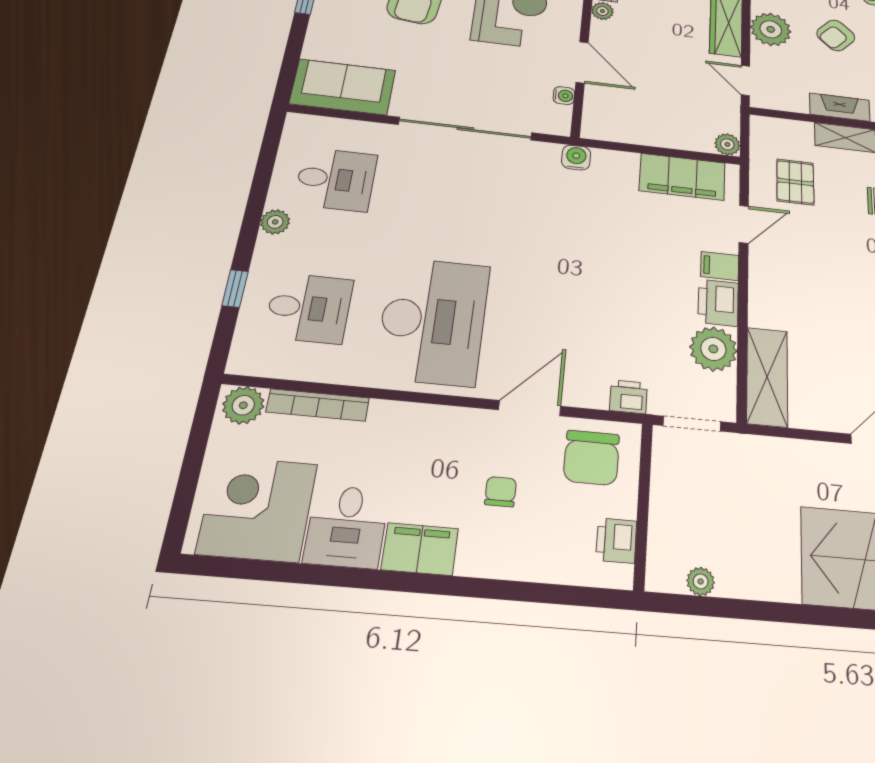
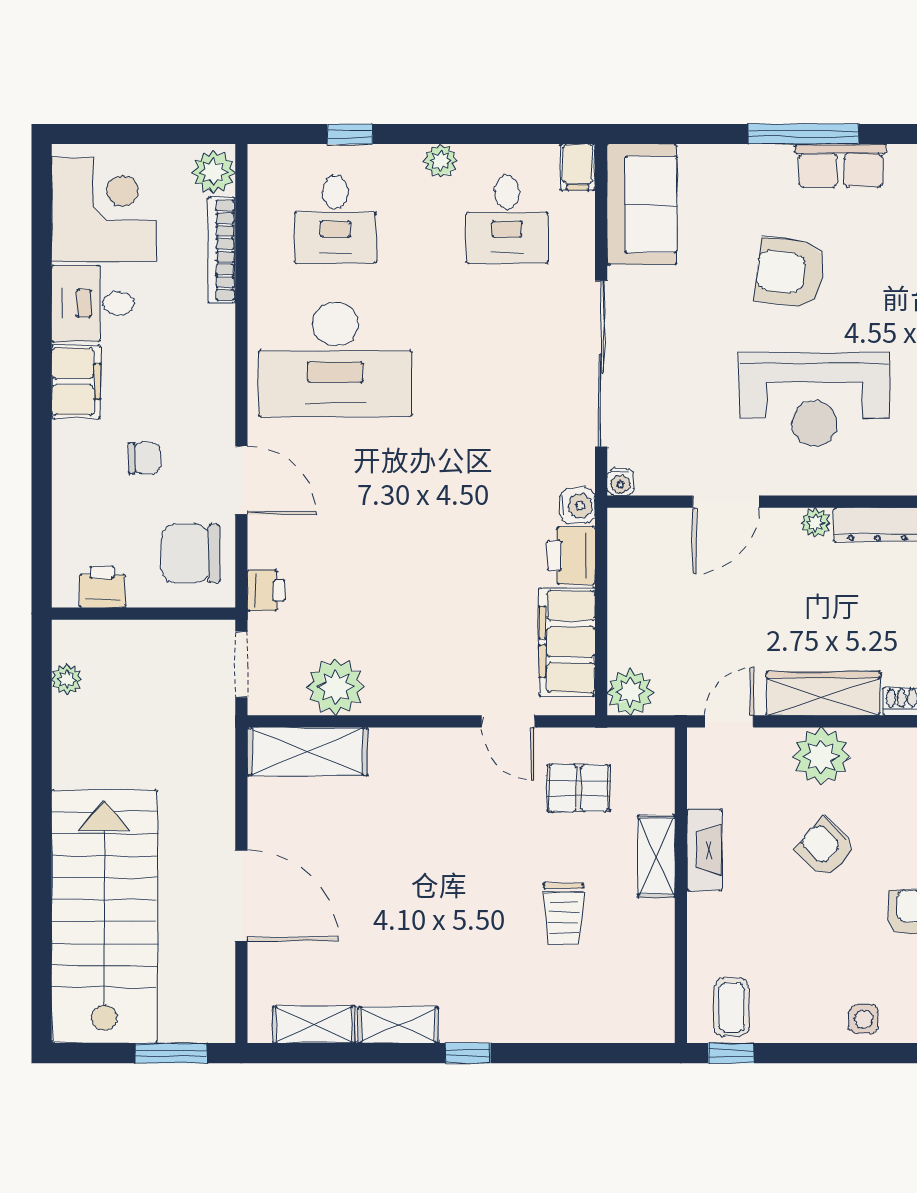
water cooler: (564, 96) -> (620, 482), moved
plant: (727, 144) -> (630, 692), width x1.38, depth x1.38
filing cabinet: (720, 266) -> (578, 167), moved, turned 180
printer: (718, 303) -> (571, 555), moved, turned -90

